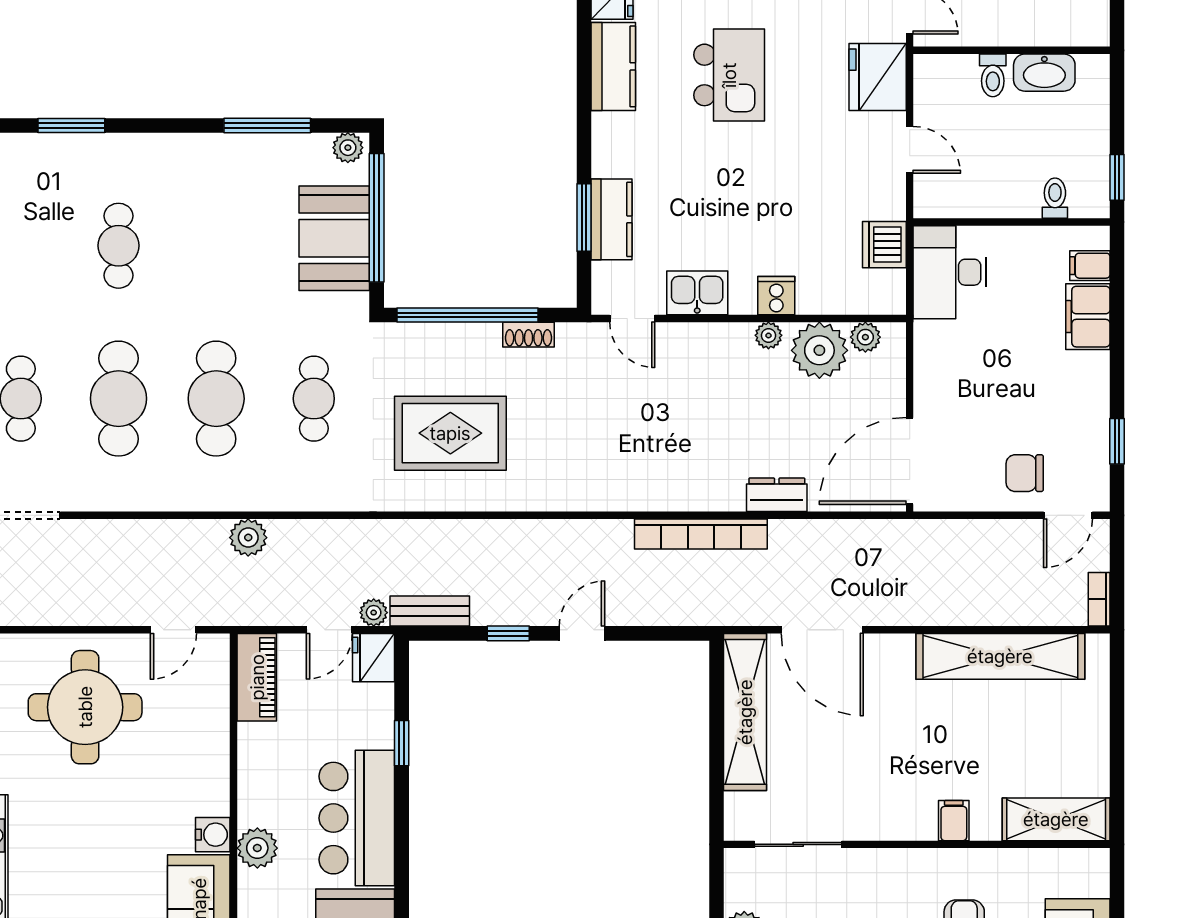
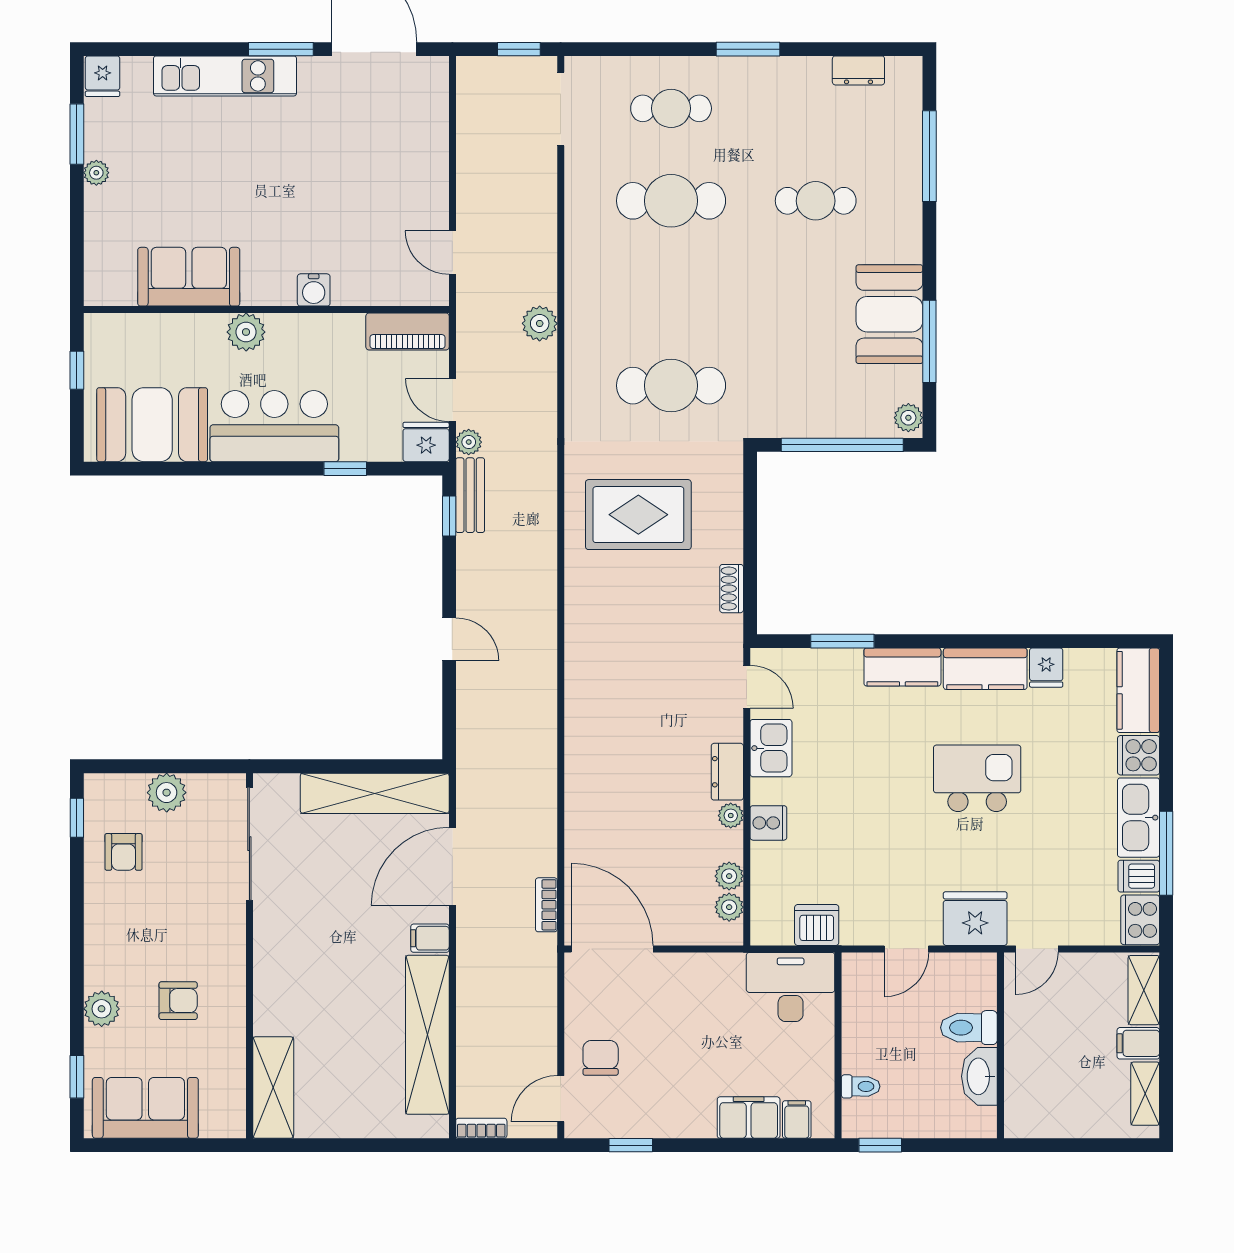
kitchen island: (729, 75) -> (977, 778), turned 180
toilet: (993, 75) -> (969, 1028), width x1.37, depth x1.39
window: (71, 125) -> (929, 156), width x1.44
kitchen counter: (612, 219) -> (902, 667), moved
booth: (334, 238) -> (889, 314), moved, turned 90
window: (467, 315) -> (750, 531), removed
door: (632, 319) -> (747, 687), swing flipped
plant: (819, 350) -> (729, 876), width x0.53, depth x0.53
cafe table: (216, 399) -> (671, 293), removed
cafe table: (314, 399) -> (671, 386), width x1.37, depth x1.35
rug: (450, 433) -> (638, 515), turned 90
dresser: (777, 495) -> (727, 772), moved, turned 180
door: (1068, 515) -> (561, 1099), hinge flipped
bookcase: (701, 534) -> (546, 905), moved, width x0.43, depth x0.76
window: (508, 633) -> (449, 516), moved
round table: (85, 707) -> (379, 169), removed
filing cabinet: (954, 821) -> (430, 938), moved, turned 180
water cooler: (213, 835) -> (314, 290), moved
sliding door: (798, 844) -> (249, 844), width x1.37

